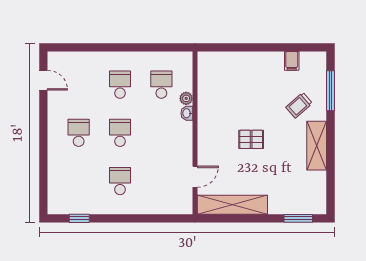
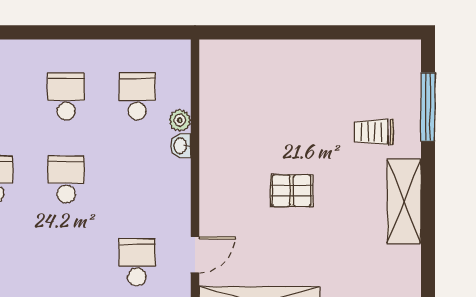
filing cabinet: (292, 61) -> (361, 56), removed
trolley: (299, 105) -> (374, 132), turned 41
school desk: (120, 181) -> (137, 262), moved

